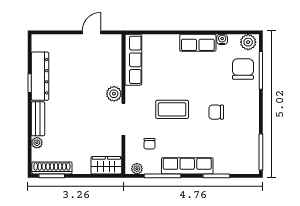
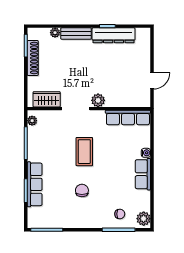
door: (92, 32) -> (152, 81), hinge flipped
water cooler: (222, 39) -> (146, 153), moved
chair: (243, 69) -> (120, 214), width x0.54, depth x0.54
chair: (150, 144) -> (54, 132), removed
wardrobe: (106, 165) -> (47, 99), moved, turned -90
row of seats: (187, 166) -> (35, 184), moved
shoe rack: (52, 168) -> (33, 58), moved

